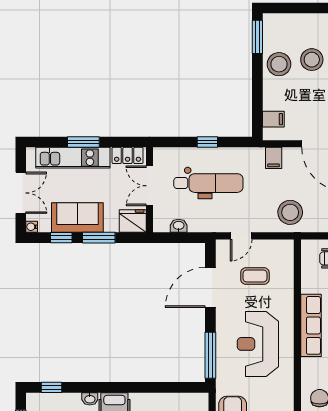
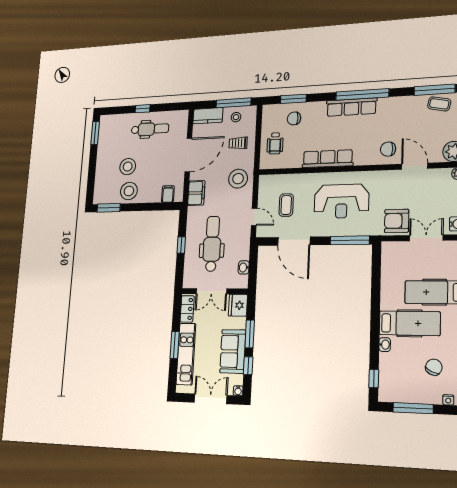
filing cabinet: (274, 158) -> (196, 193), width x2.00

